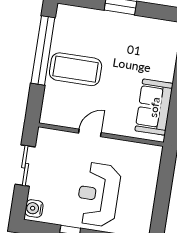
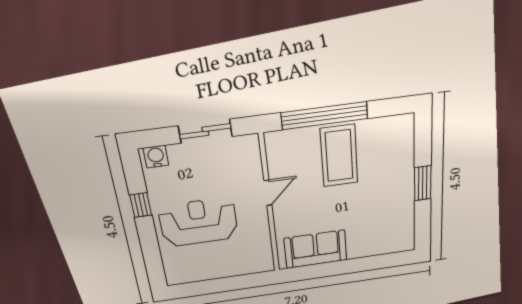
window: (43, 50) -> (324, 116), moved
door: (90, 133) -> (268, 193), hinge flipped

